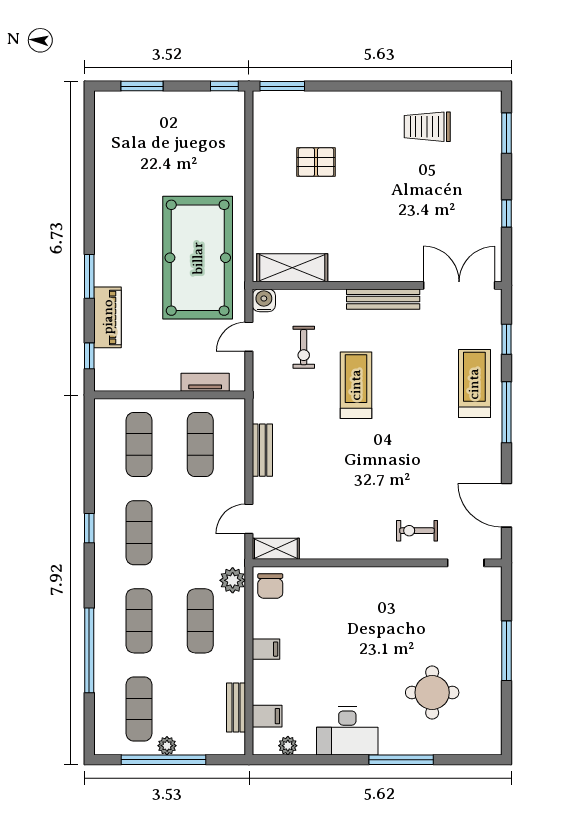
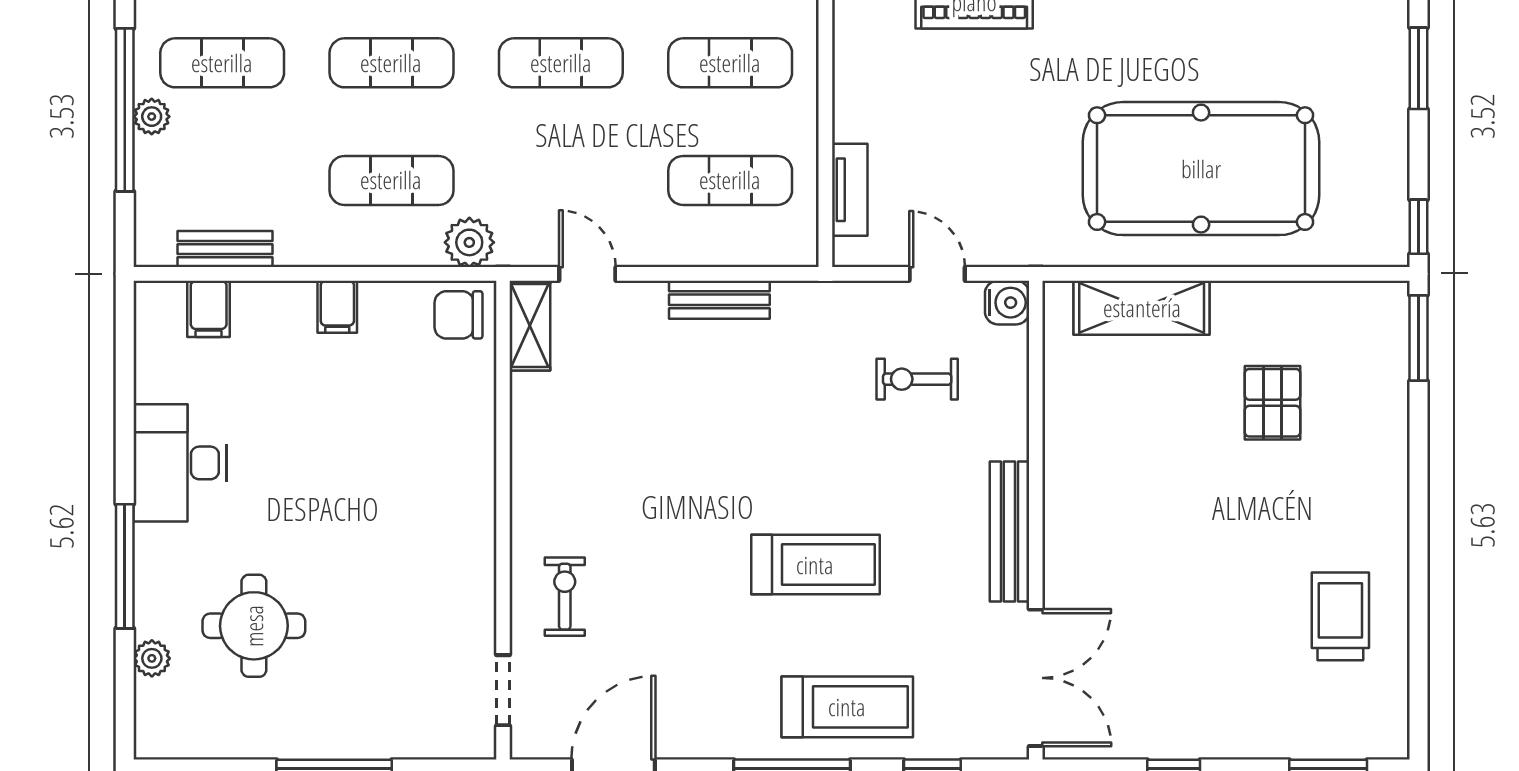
pool table: (198, 258) -> (1201, 169), moved
shelving: (292, 268) -> (1142, 308), moved, turned 90
treadmill: (356, 385) -> (815, 565), moved
plant: (288, 746) -> (152, 658), moved

